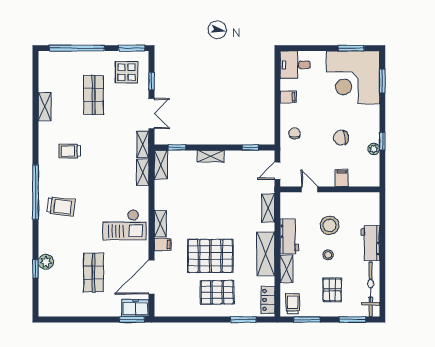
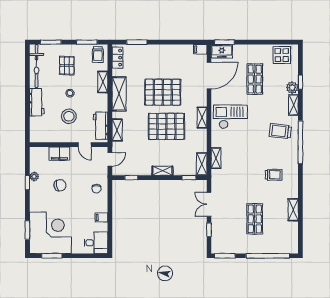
display table: (126, 72) -> (282, 55), moved
shelving: (143, 144) -> (293, 105), moved
filing cabinet: (342, 178) -> (59, 154), width x2.00
workbench: (289, 236) -> (101, 126), moved
filing cabinet: (163, 244) -> (200, 49), moved
pallet: (217, 292) -> (166, 126), moved, width x1.37, depth x1.41

